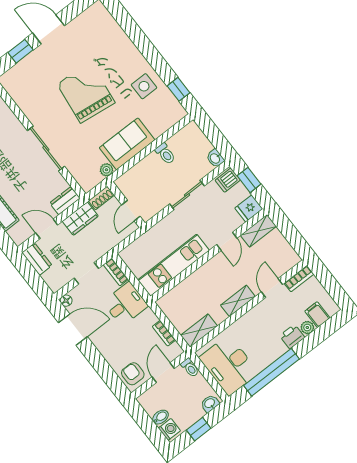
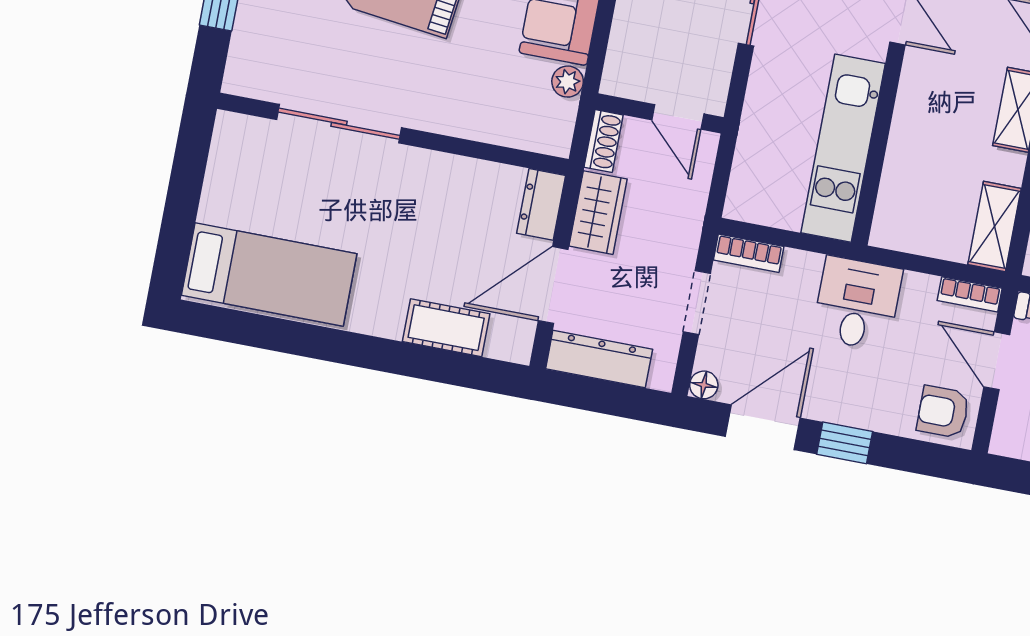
sliding door: (46, 149) -> (339, 124), moved
door: (47, 229) -> (553, 285), width x1.38
dresser: (37, 259) -> (599, 359), width x1.44
desk: (126, 304) -> (857, 303), moved
bookcase: (164, 333) -> (970, 294), moved
window: (94, 357) -> (845, 443), added

